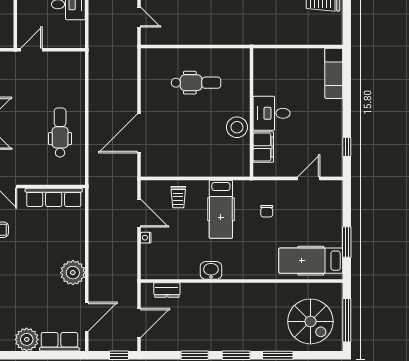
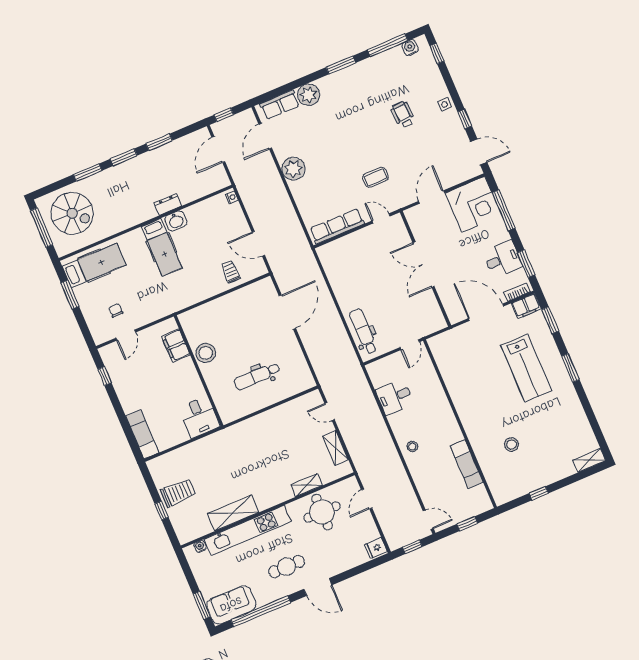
desk: (271, 113) -> (199, 417), moved, turned 90
dental chair: (60, 132) -> (364, 331), moved, turned 180
hospital bed: (221, 209) -> (162, 247), moved, turned 180
chair: (267, 211) -> (116, 310), moved
nightstand: (146, 238) -> (232, 197), moved
dresser: (167, 290) -> (168, 204), moved
spiral stairs: (310, 321) -> (72, 213), turned 180

